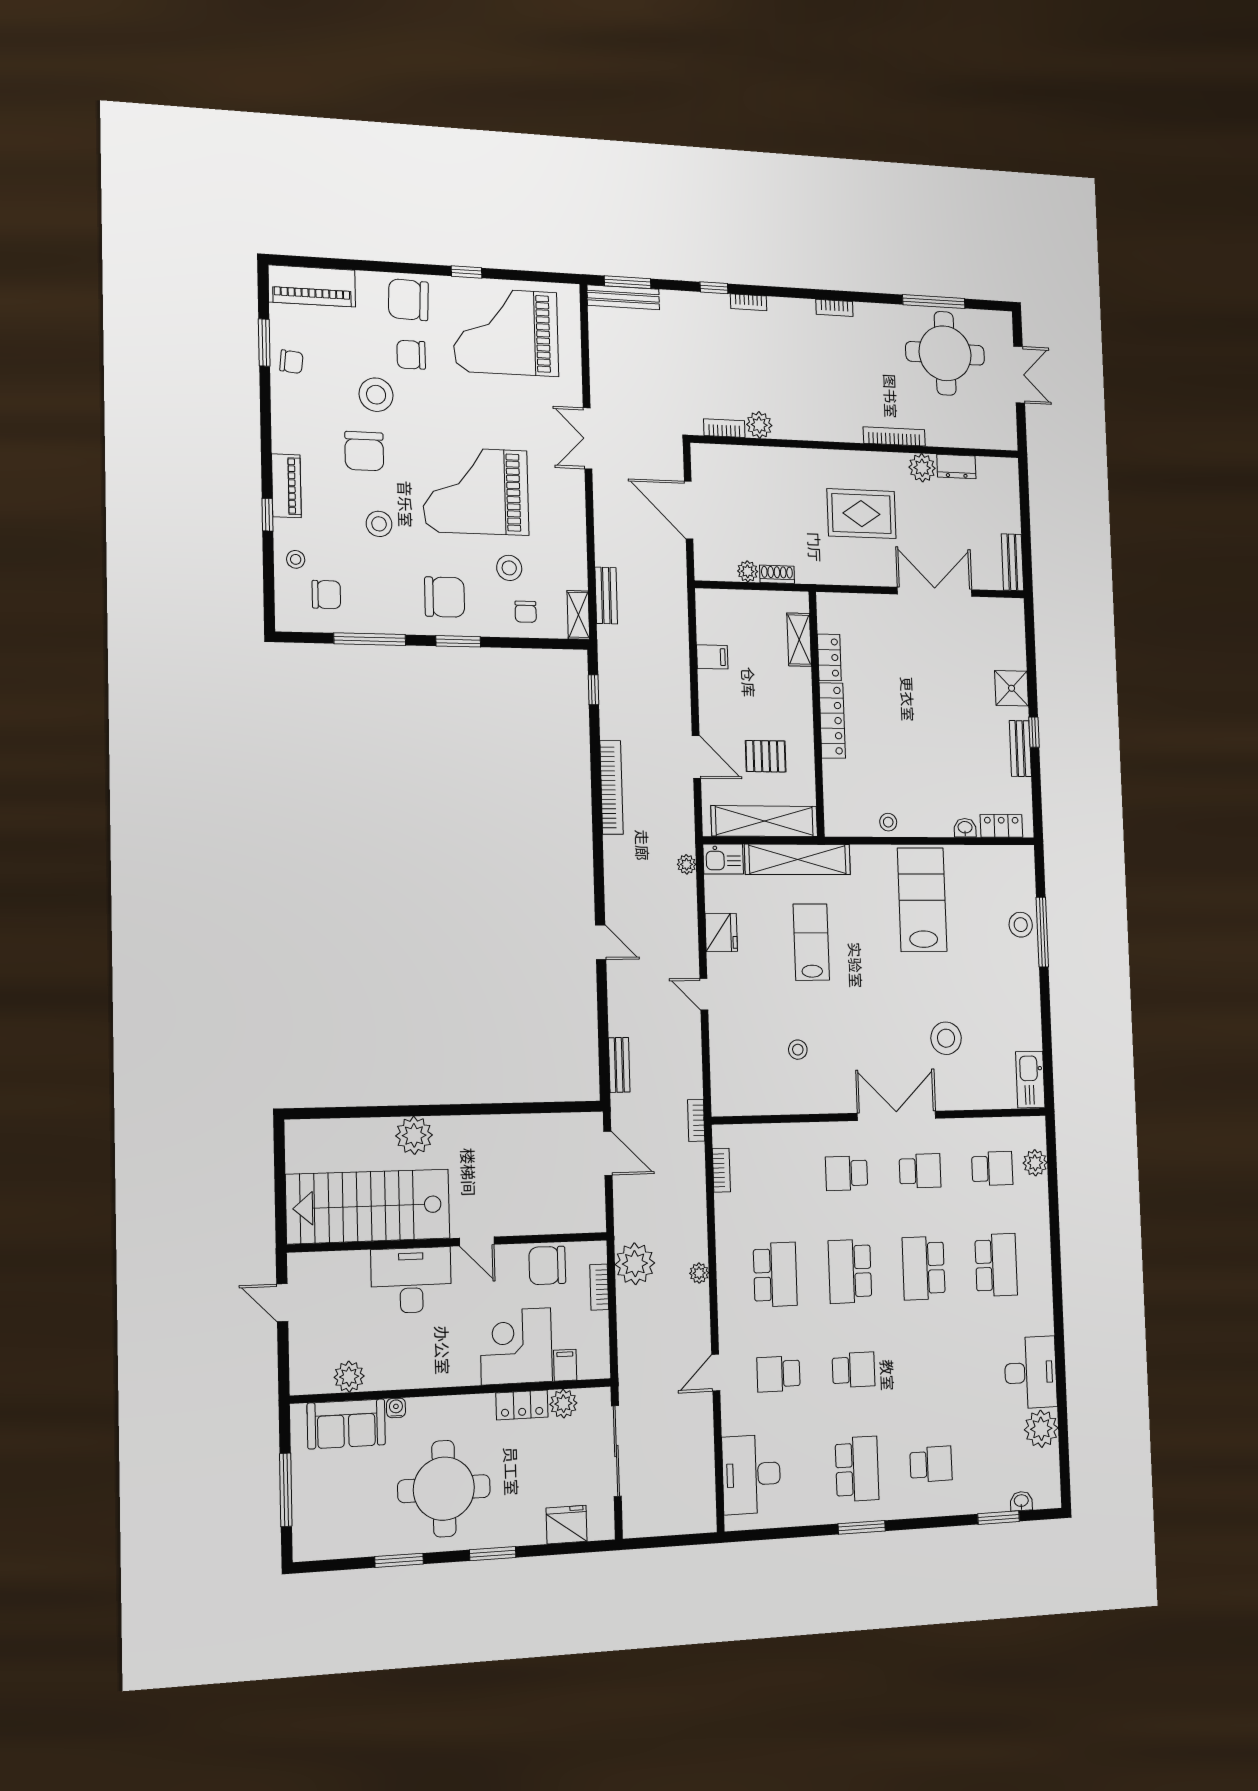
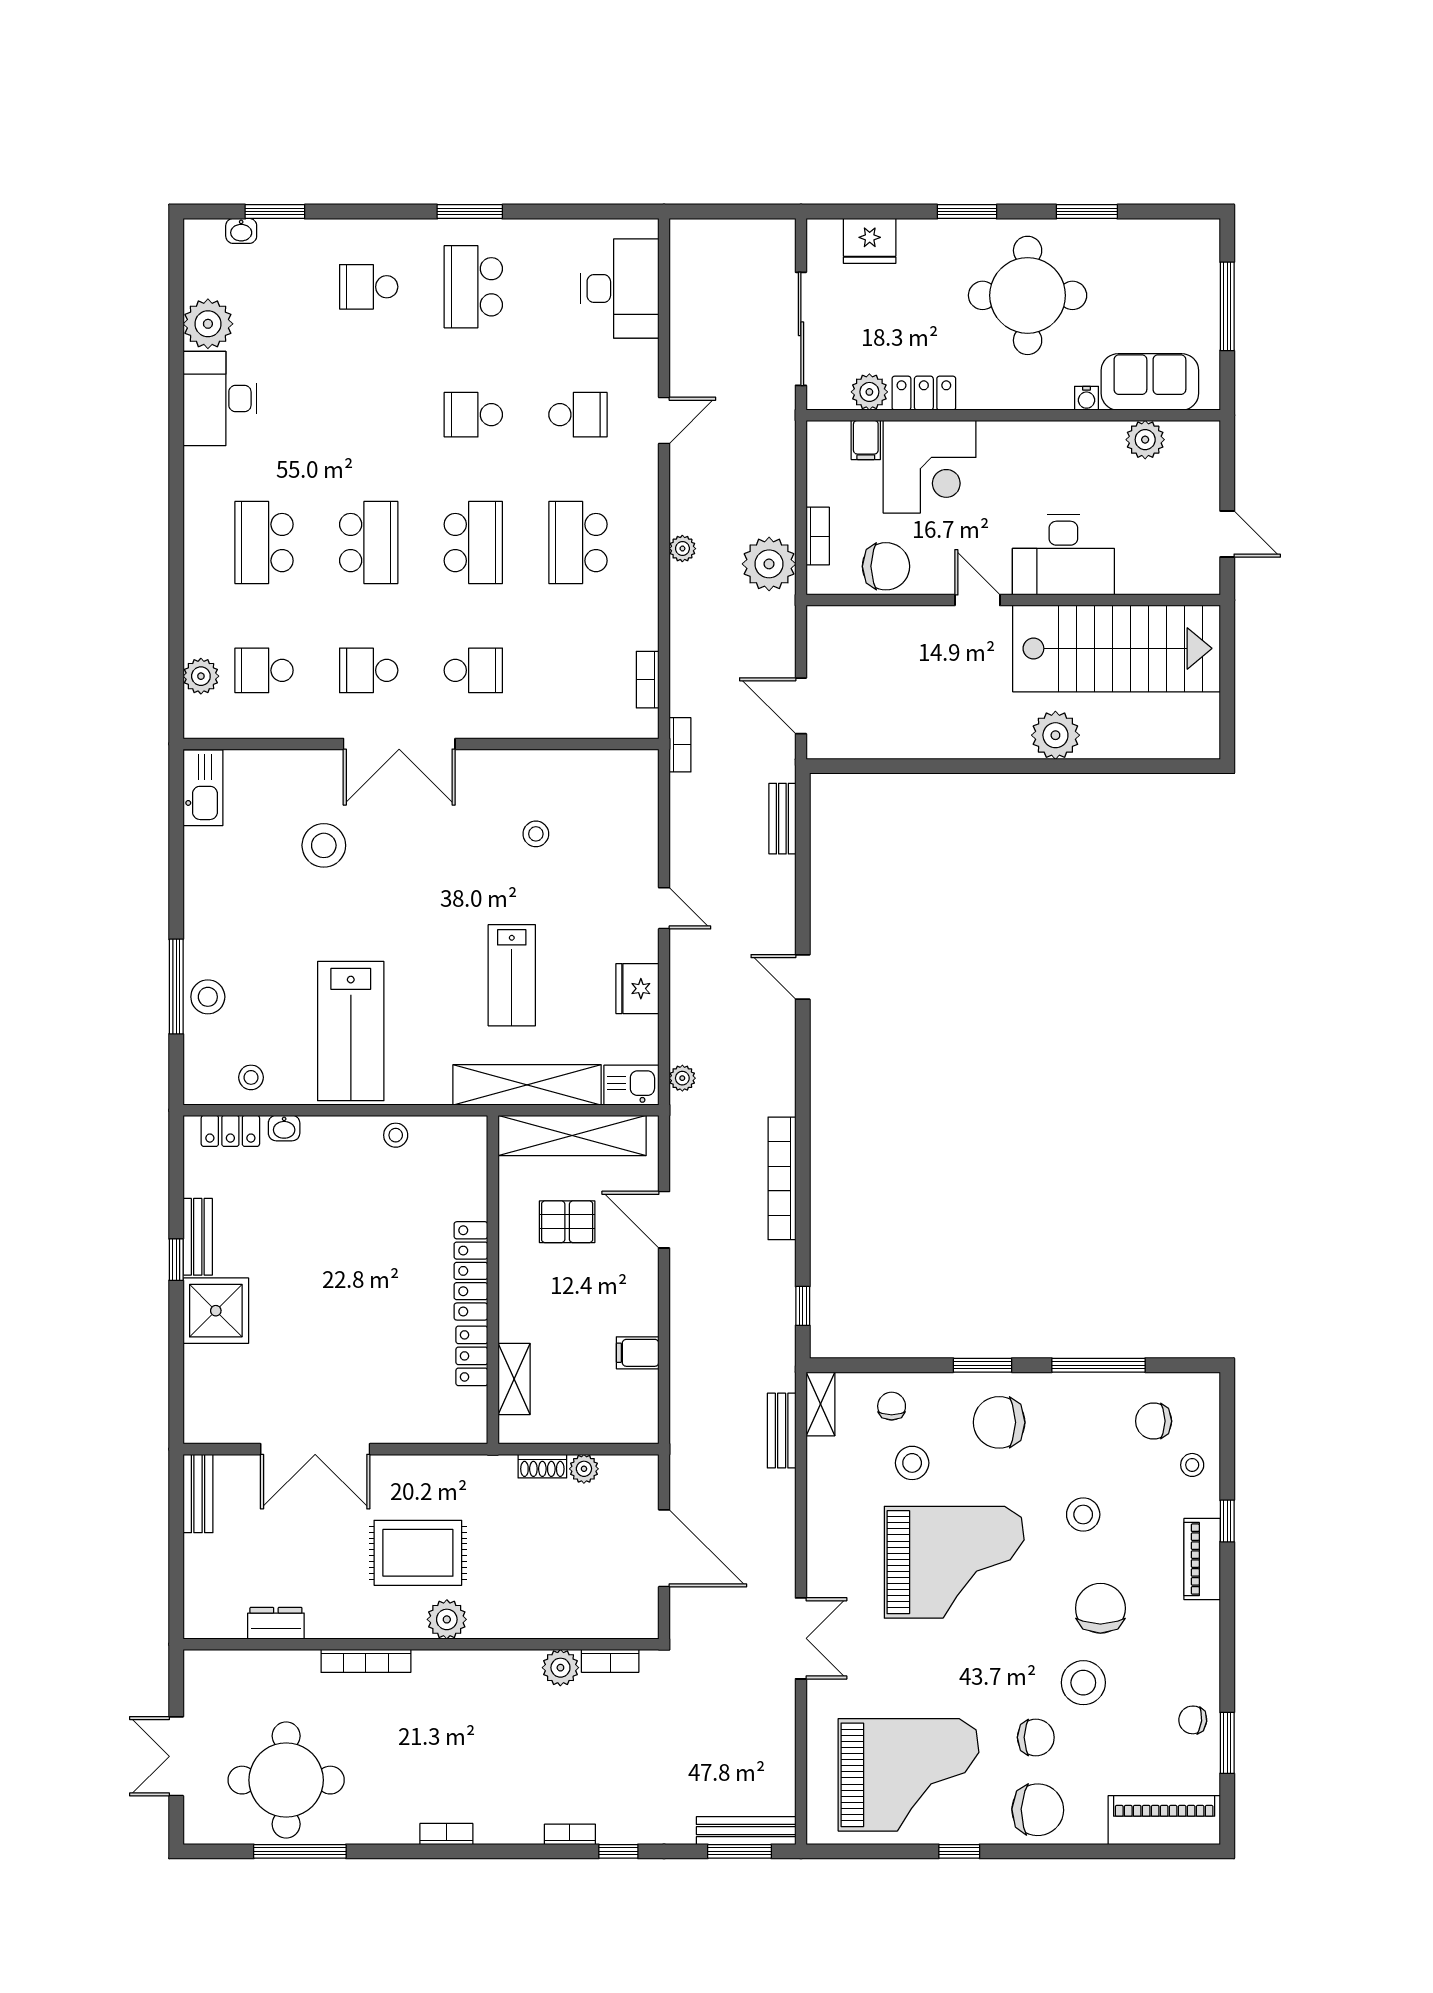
plant: (922, 468) -> (447, 1619), moved
shower: (1012, 688) -> (216, 1311), width x1.36, depth x1.36
stool: (989, 865) -> (251, 1077), added

